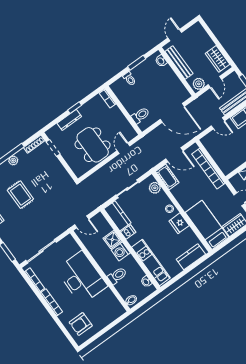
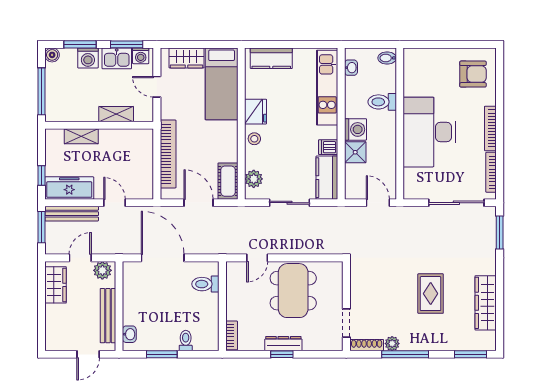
dresser: (69, 120) -> (283, 344), moved
plant: (13, 161) -> (392, 344), moved

